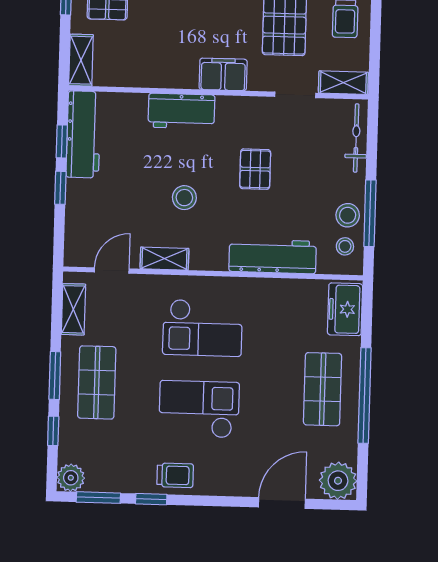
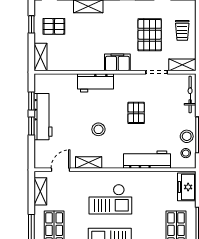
workbench: (83, 134) -> (43, 117), moved

